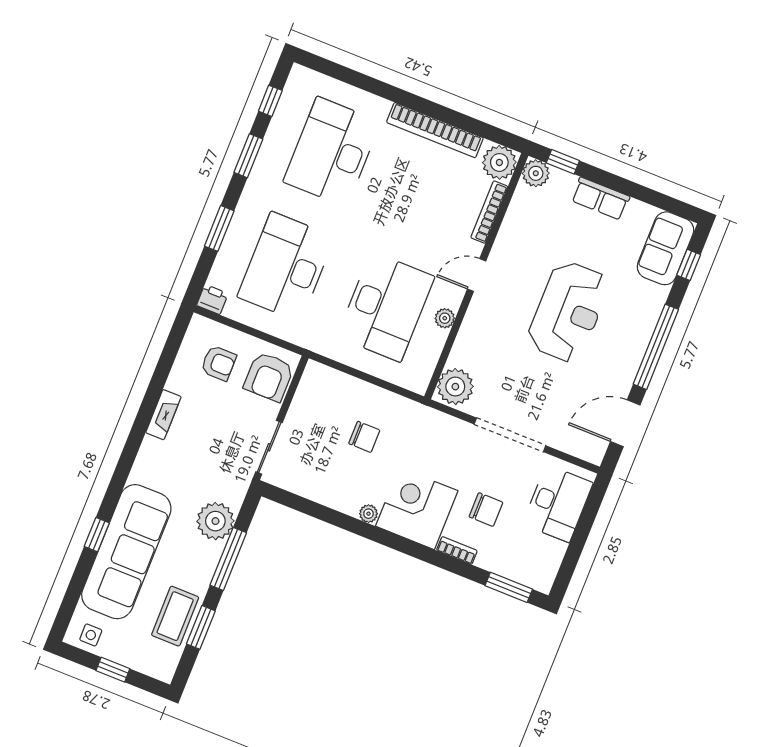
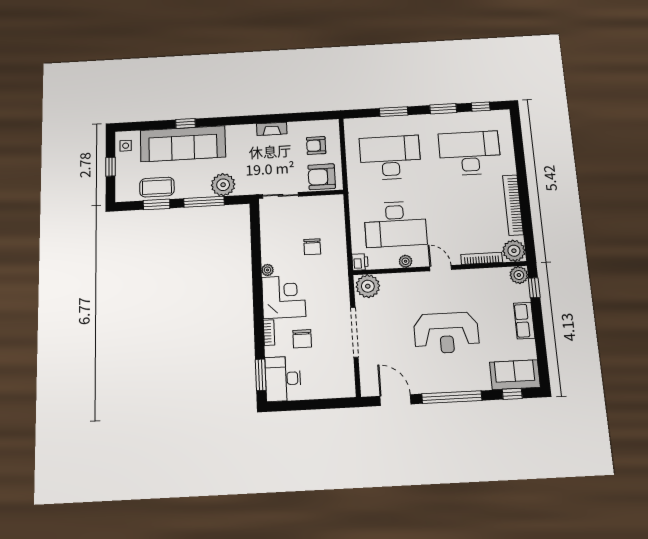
printer: (212, 299) -> (360, 262), moved
armchair: (219, 363) -> (316, 146), turned 90
desk: (558, 504) -> (283, 379), moved, turned 90

